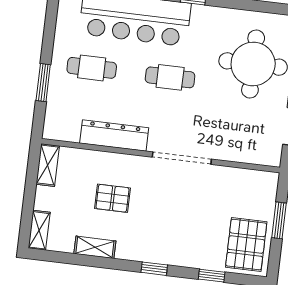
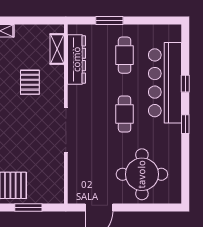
dresser: (114, 136) -> (77, 59), moved
shelving: (48, 165) -> (57, 49), moved, turned 90

